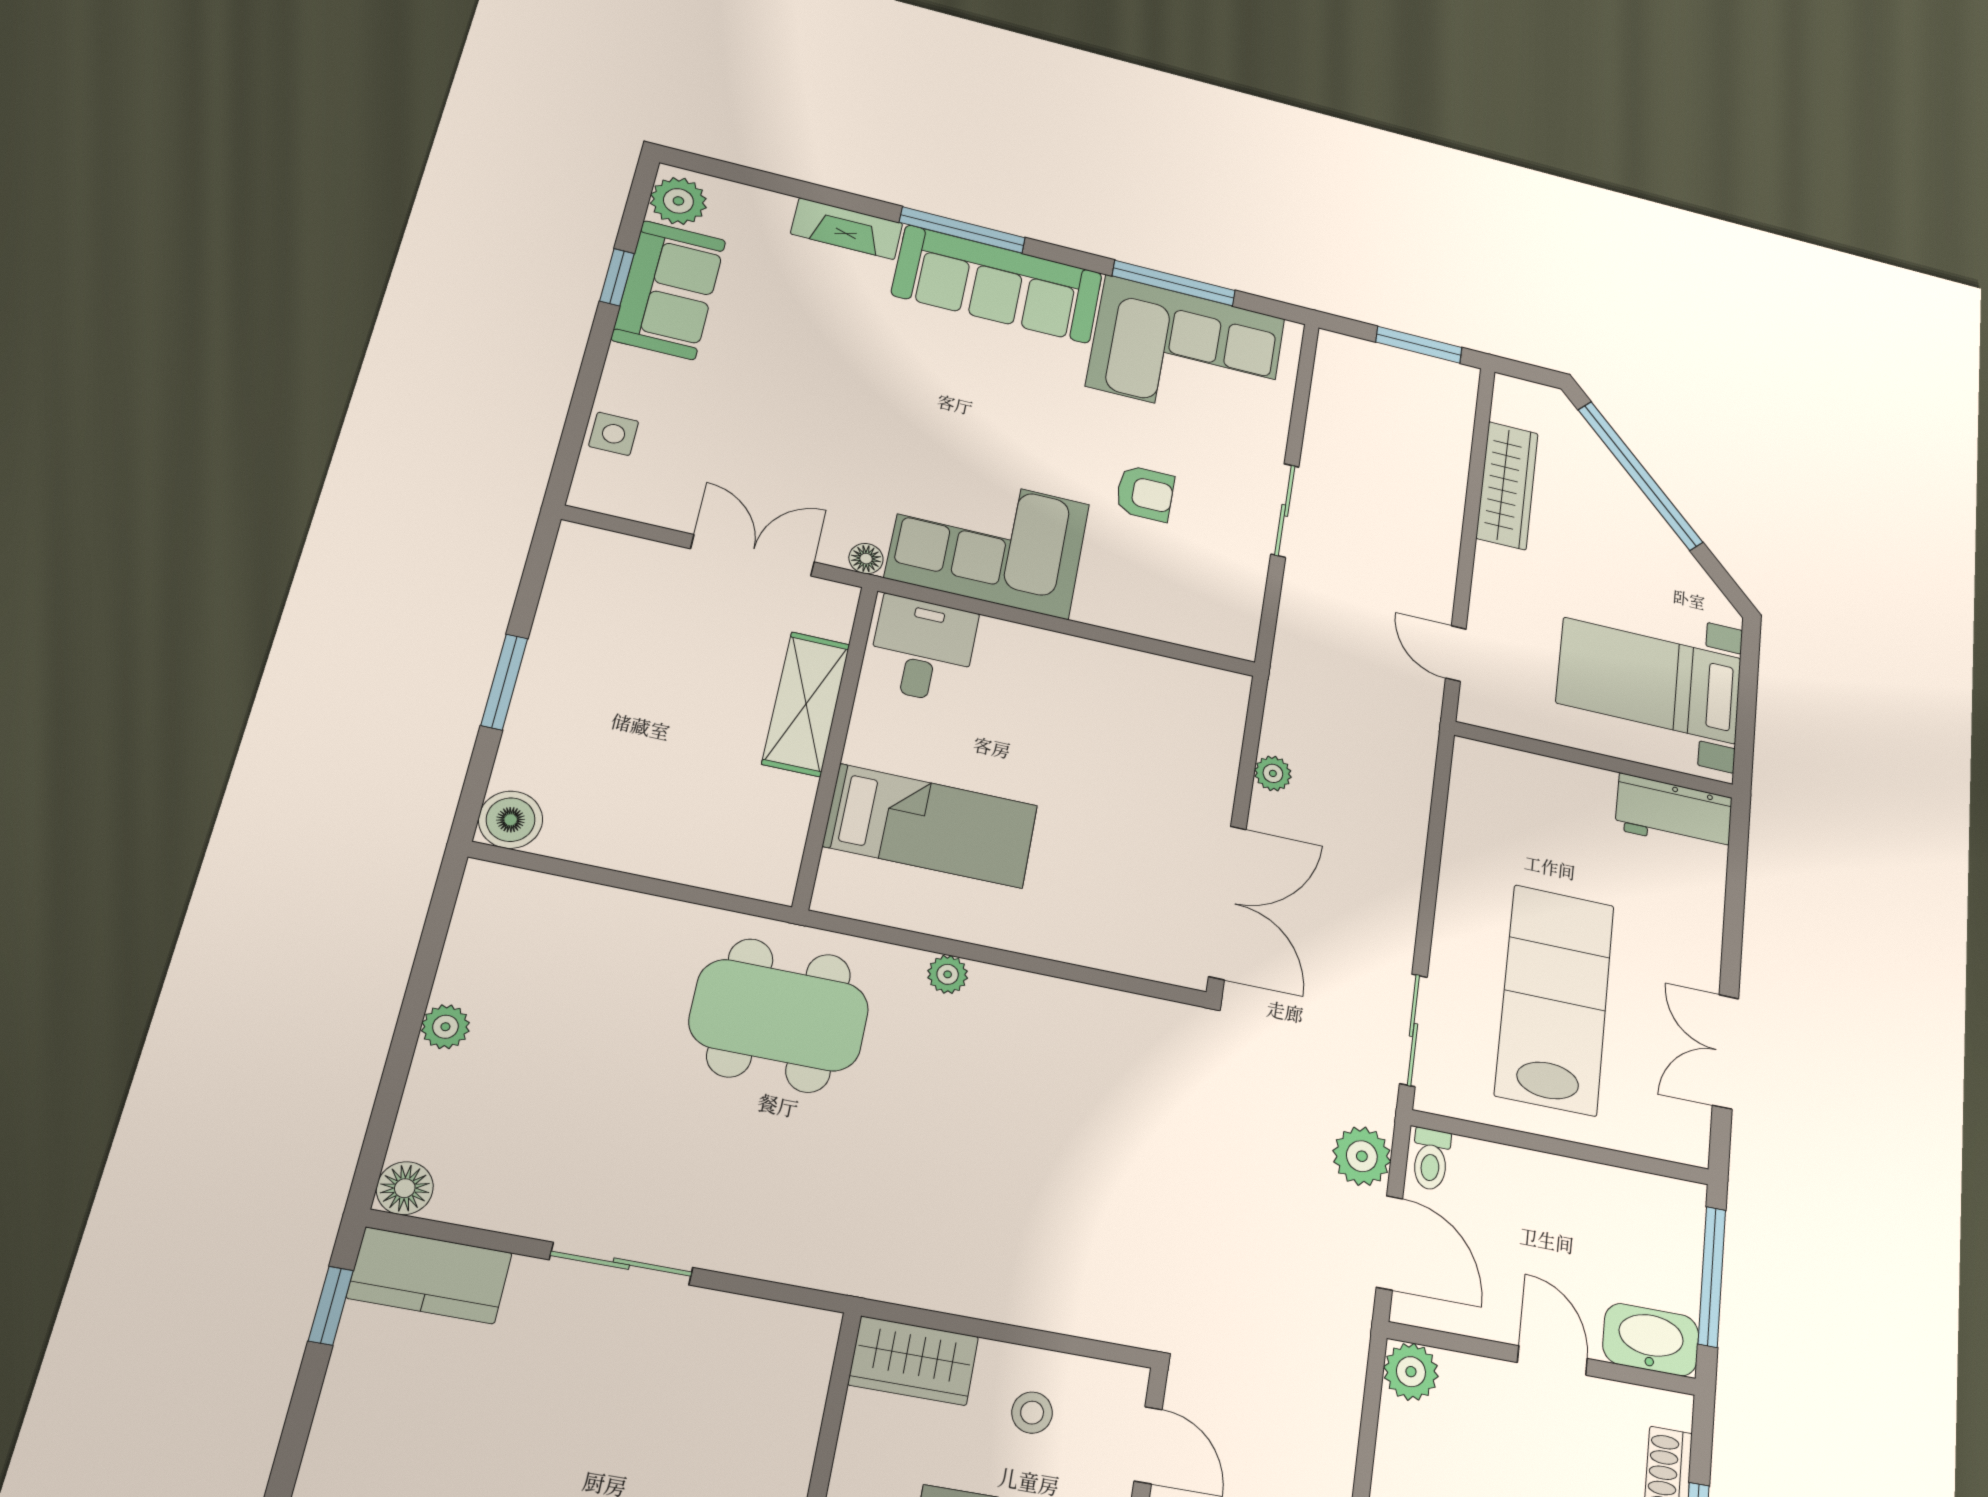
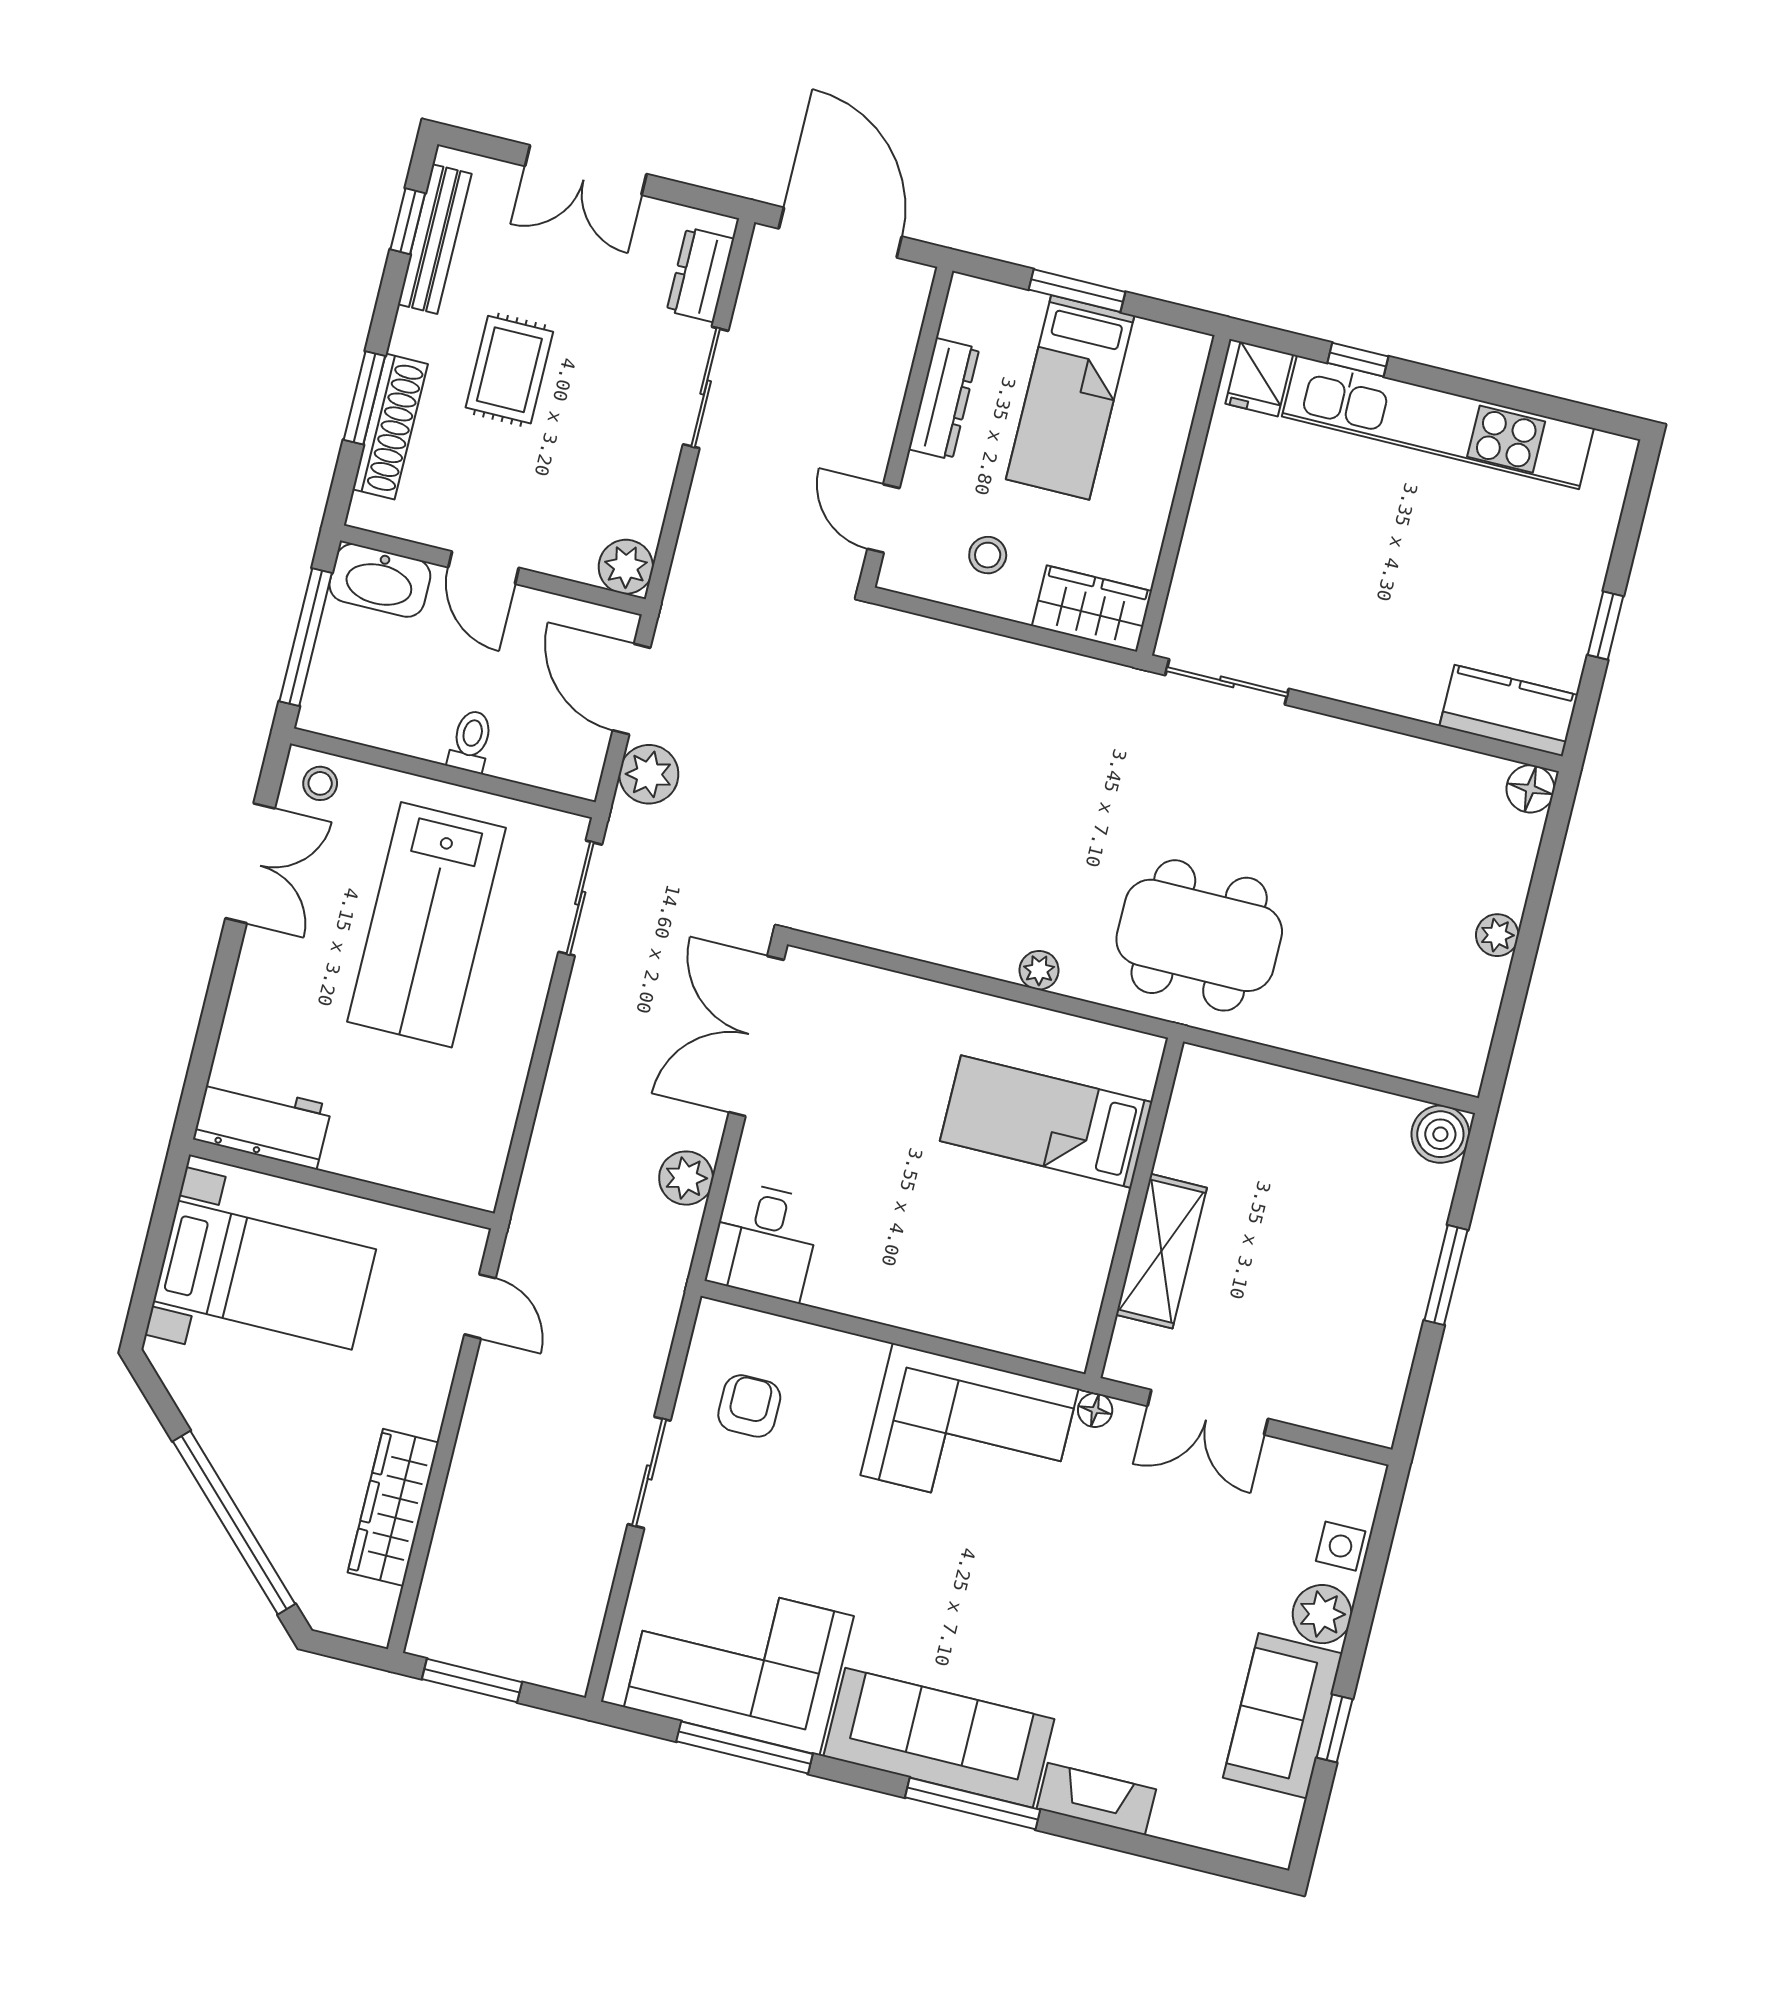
plant: (678, 201) -> (1322, 1614), moved
armchair: (1145, 493) -> (749, 1406), moved, turned 90
desk: (923, 649) -> (764, 1241), moved
plant: (1273, 773) -> (686, 1178), width x1.38, depth x1.38
stool: (1675, 1131) -> (320, 783), added
toilet: (1431, 1159) -> (471, 741), moved
sliding door: (621, 1264) -> (1227, 682), moved
window: (331, 1306) -> (1605, 625), moved

